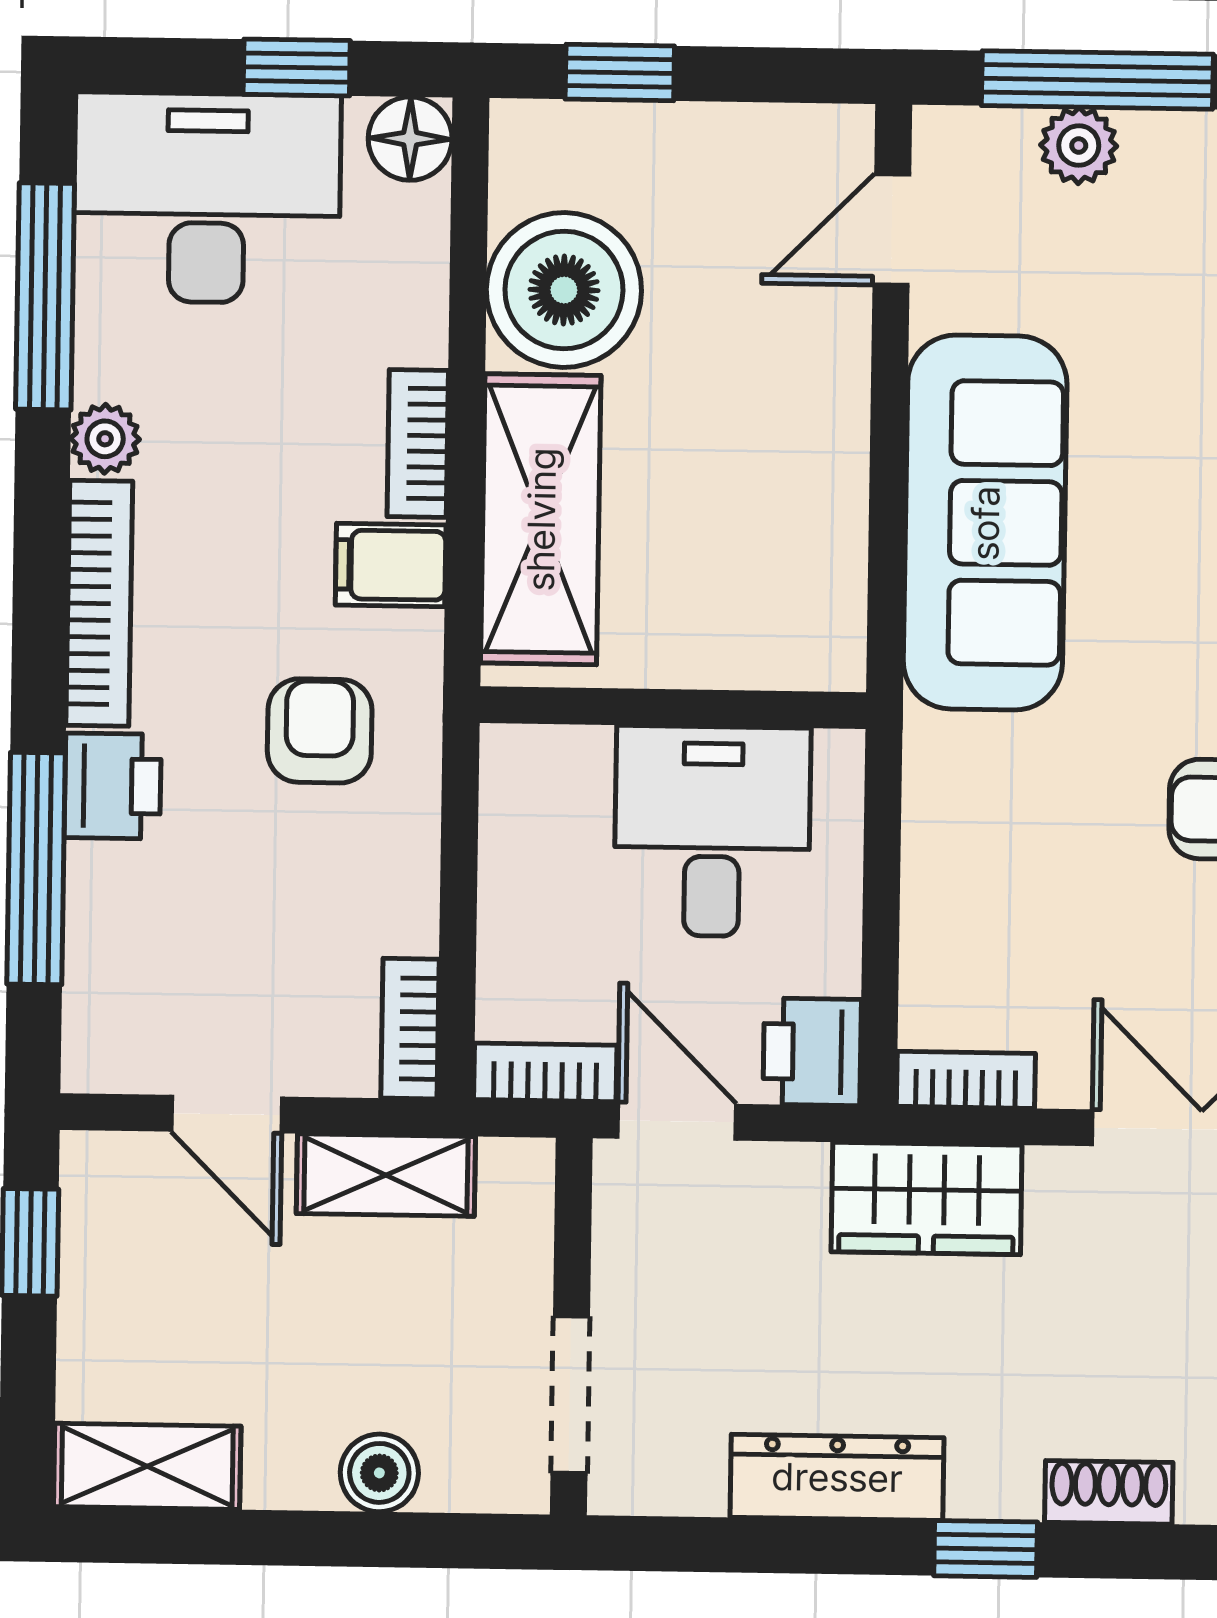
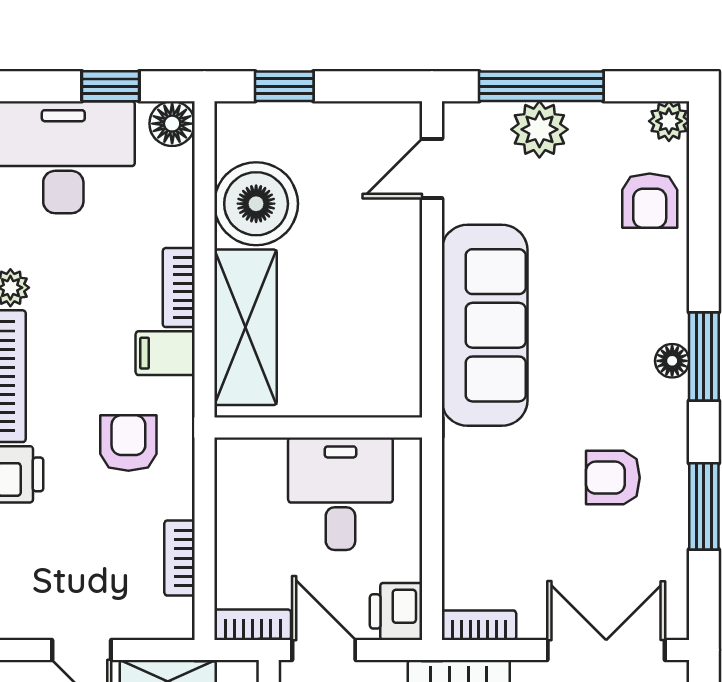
plant: (1079, 146) -> (539, 129), width x1.38, depth x1.38
bookcase: (410, 1029) -> (179, 558), moved

